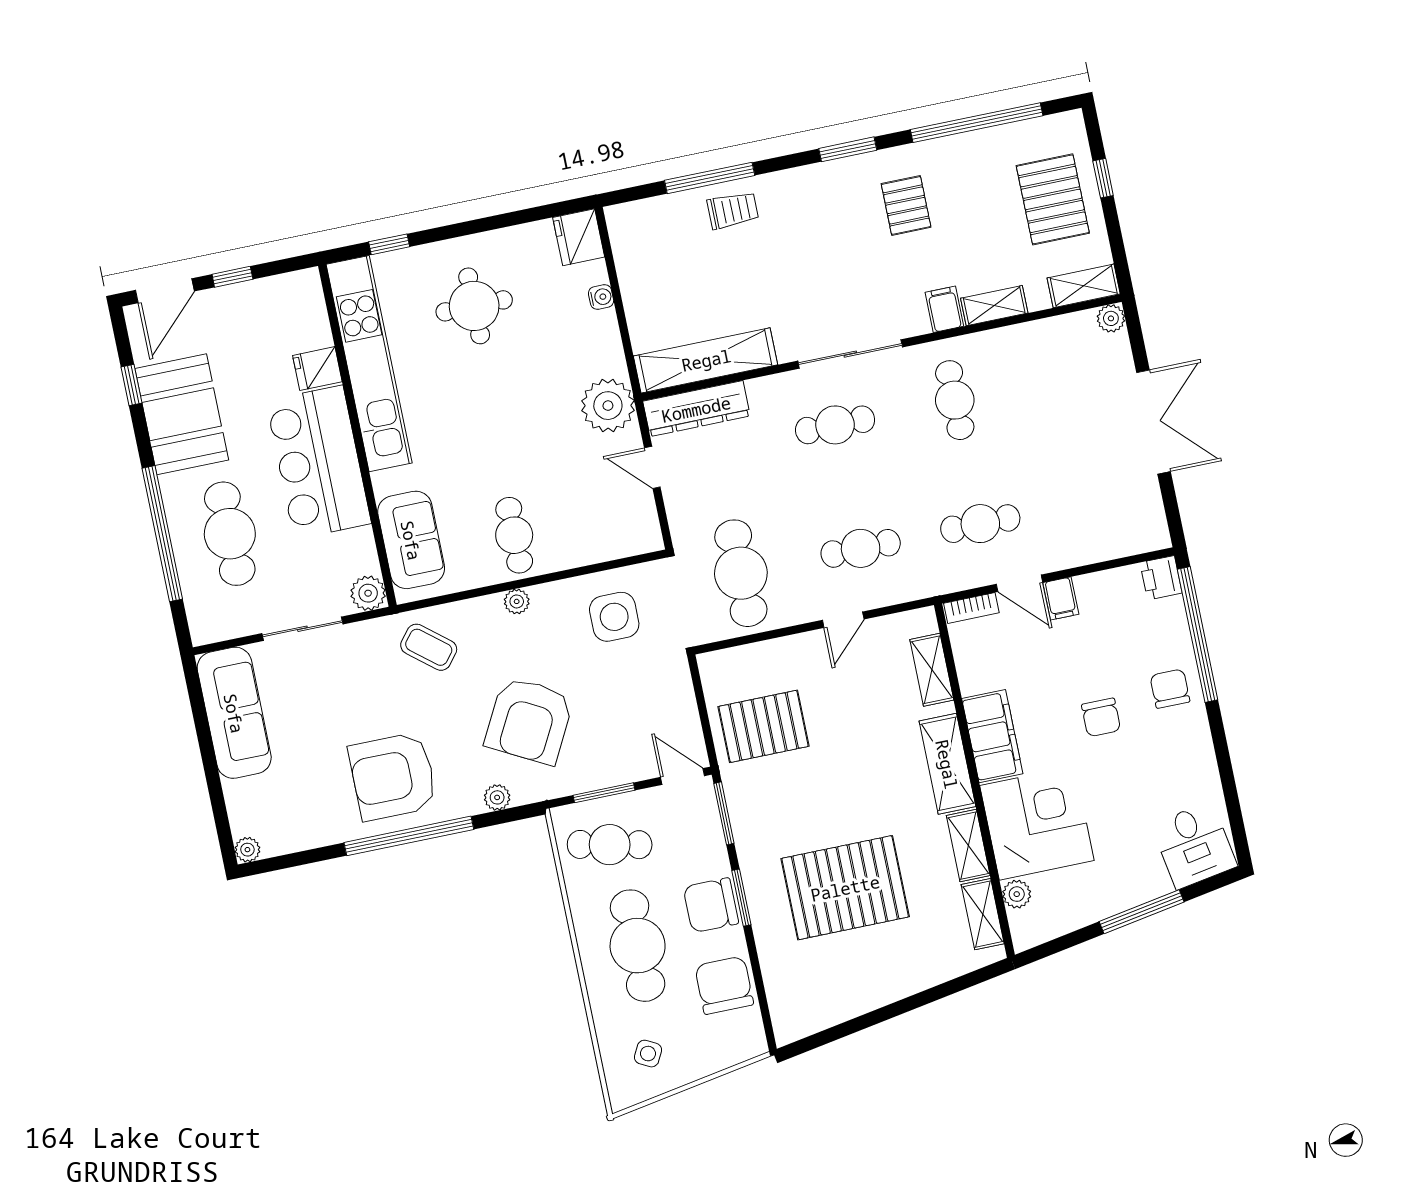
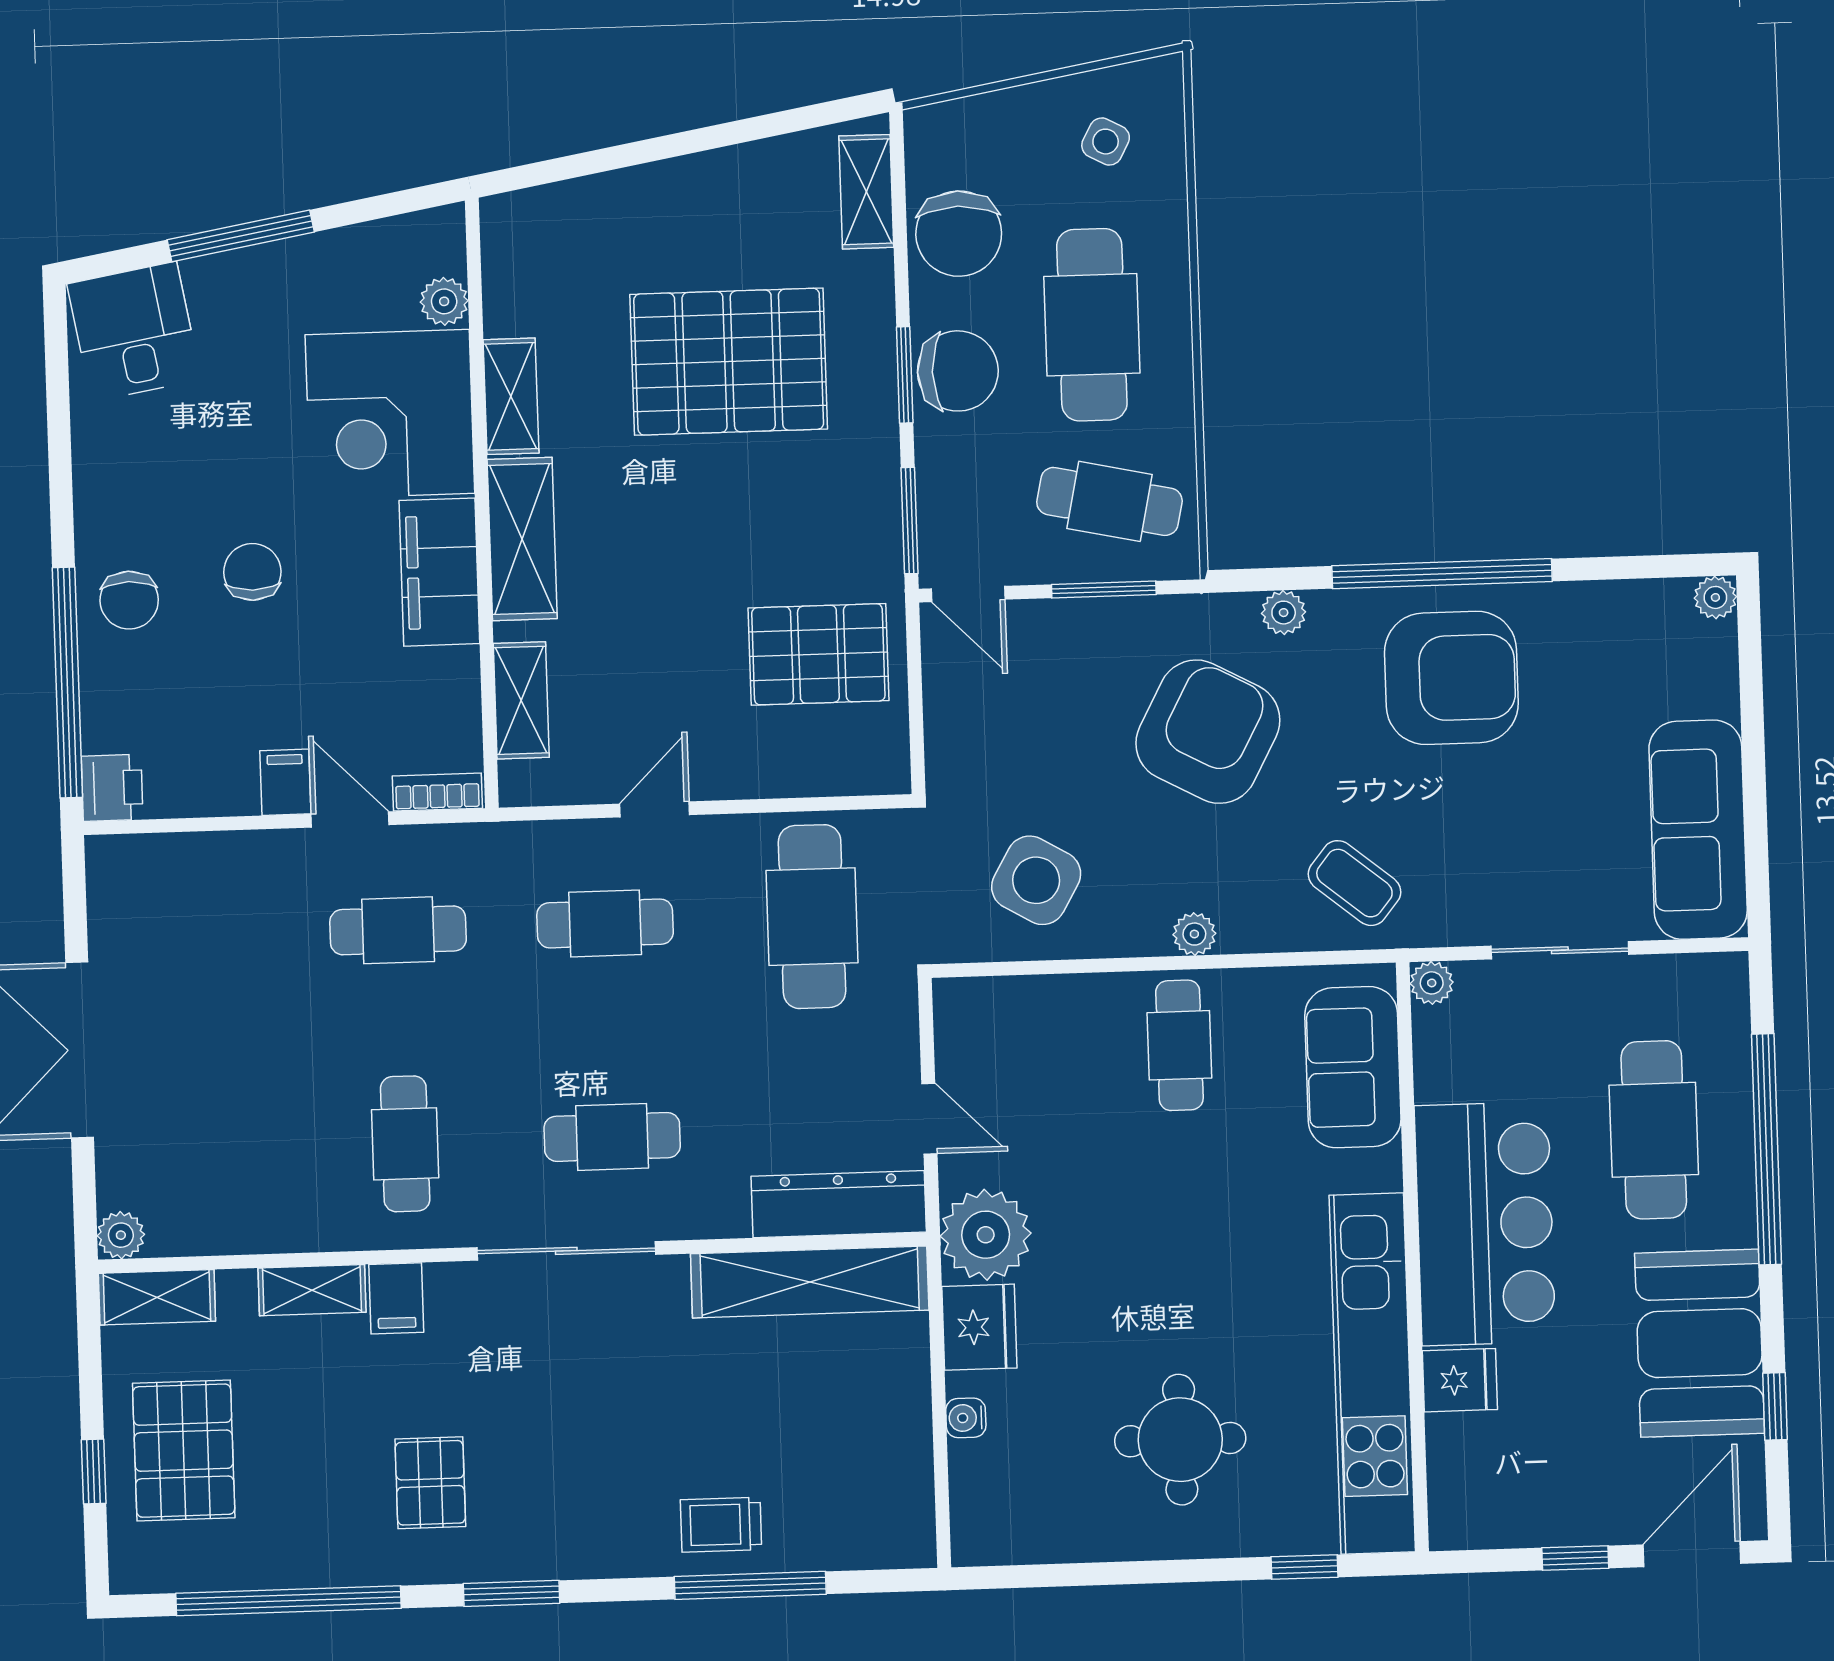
fridge: (579, 237) -> (979, 1327), moved
plant: (368, 593) -> (1432, 983), width x0.73, depth x0.73
side table: (614, 617) -> (1036, 880), turned 30
shelving: (983, 914) -> (866, 192), moved

